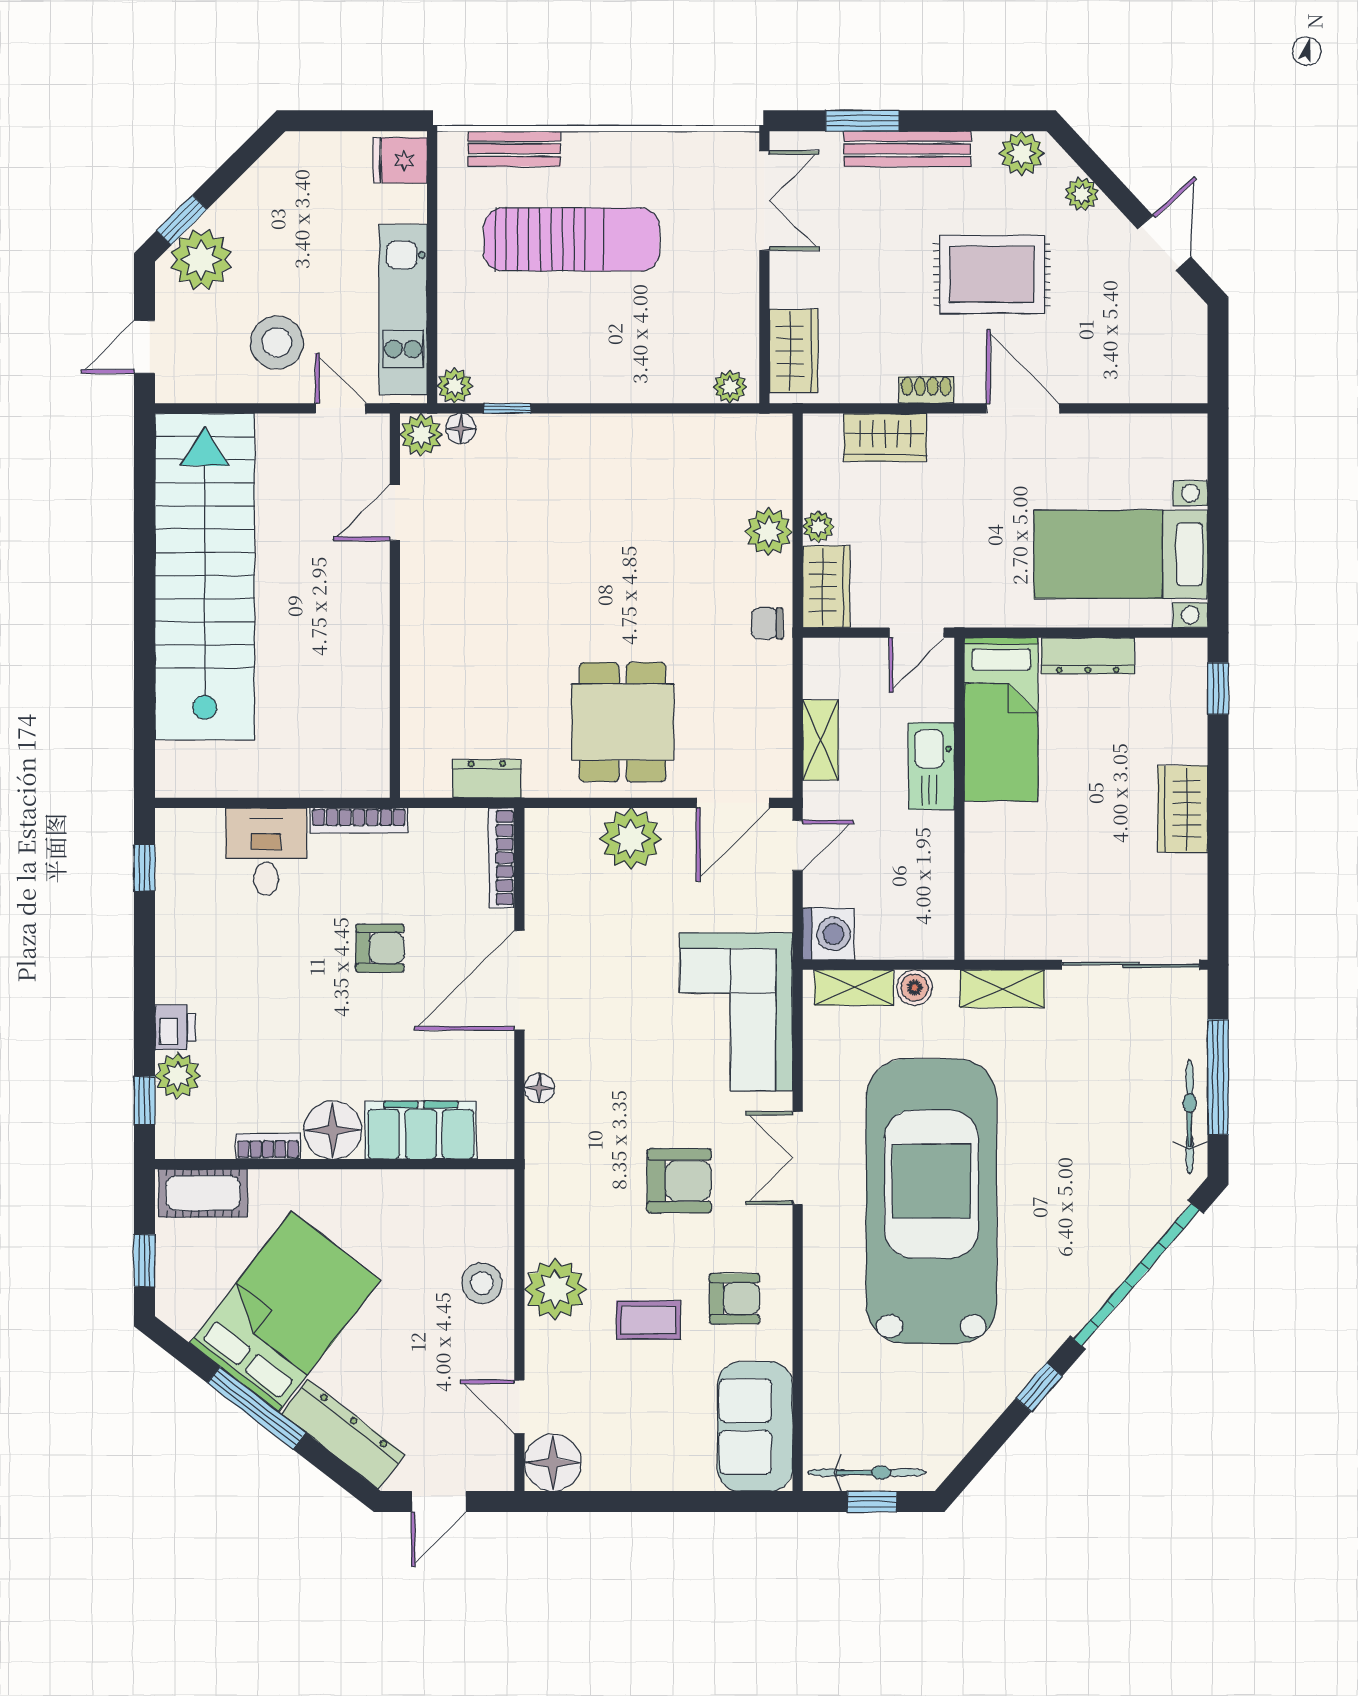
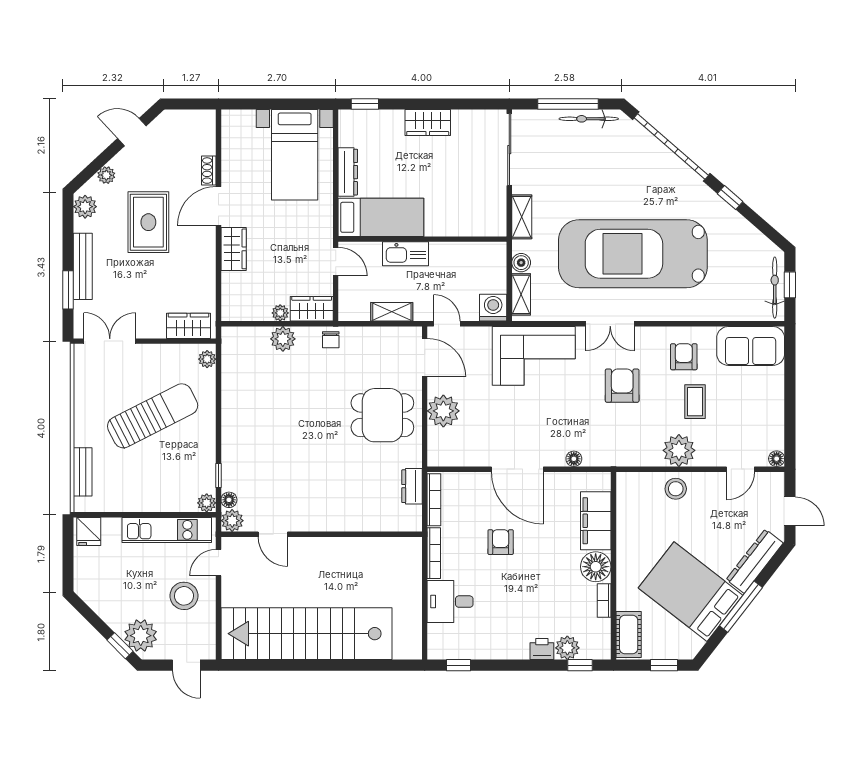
sun lounger: (572, 239) -> (153, 416), moved, turned 63
shoe rack: (926, 390) -> (209, 171), moved
wardrobe: (885, 437) -> (234, 249), moved
bookcase: (502, 858) -> (434, 500), moved, turned -90
floor lamp: (553, 1463) -> (777, 459), width x0.53, depth x0.53

